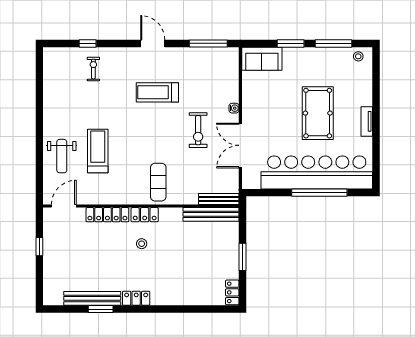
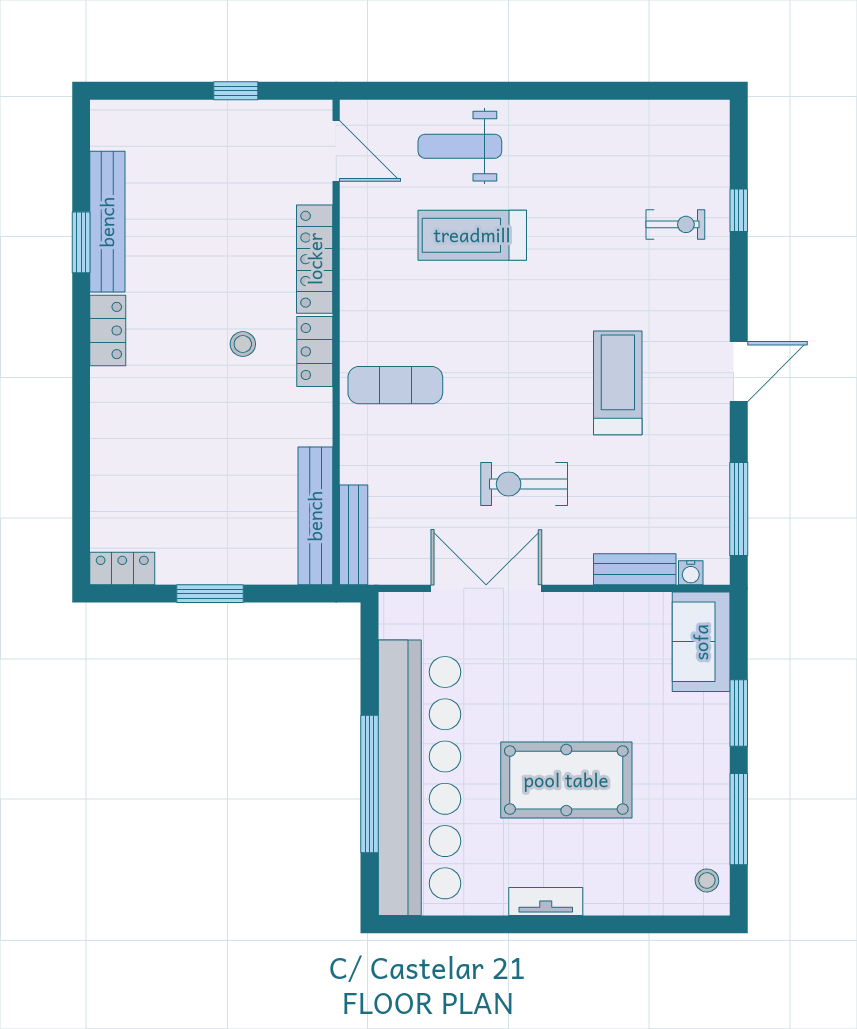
bench: (233, 85) -> (635, 569), added
water cooler: (234, 108) -> (691, 573), moved
treadmill: (98, 151) -> (472, 235), turned 180

